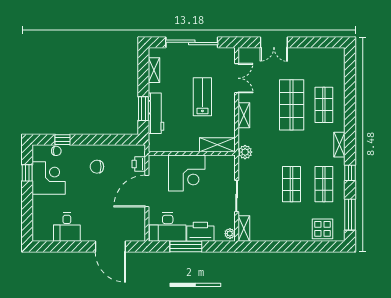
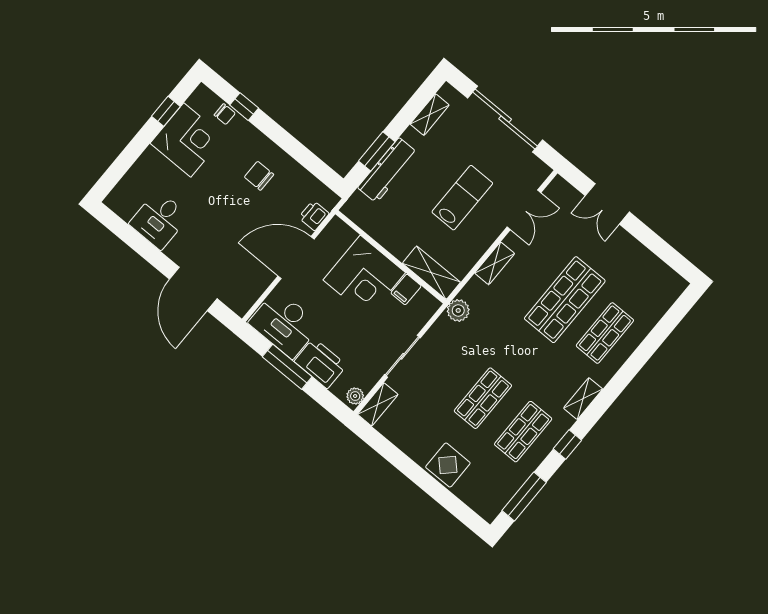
filing cabinet: (212, 163) -> (406, 289), added
display table: (322, 229) -> (448, 465), moved

